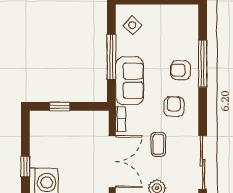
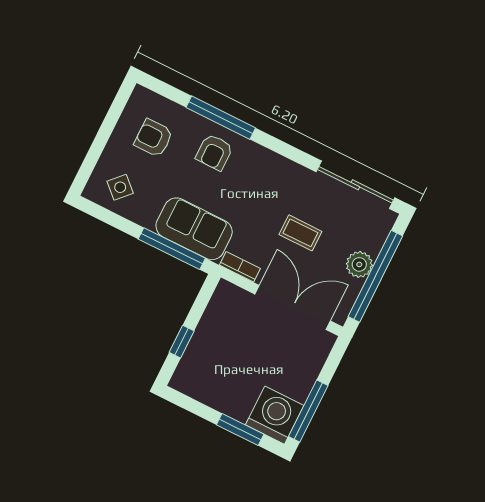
window: (111, 57) -> (172, 249), moved
armchair: (174, 107) -> (154, 138), moved
window: (25, 167) -> (240, 429), width x1.50

